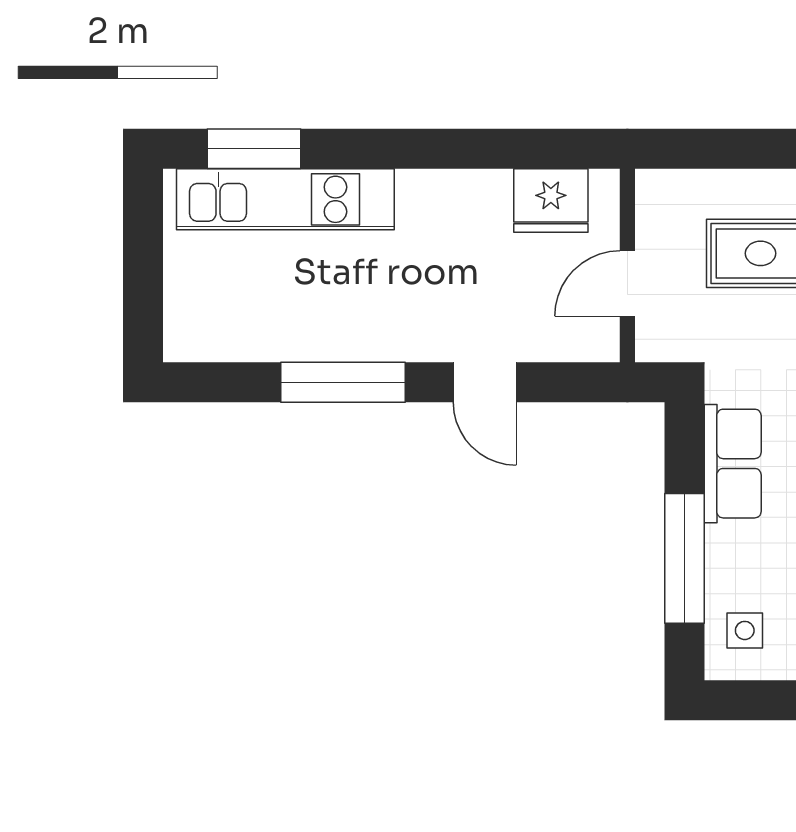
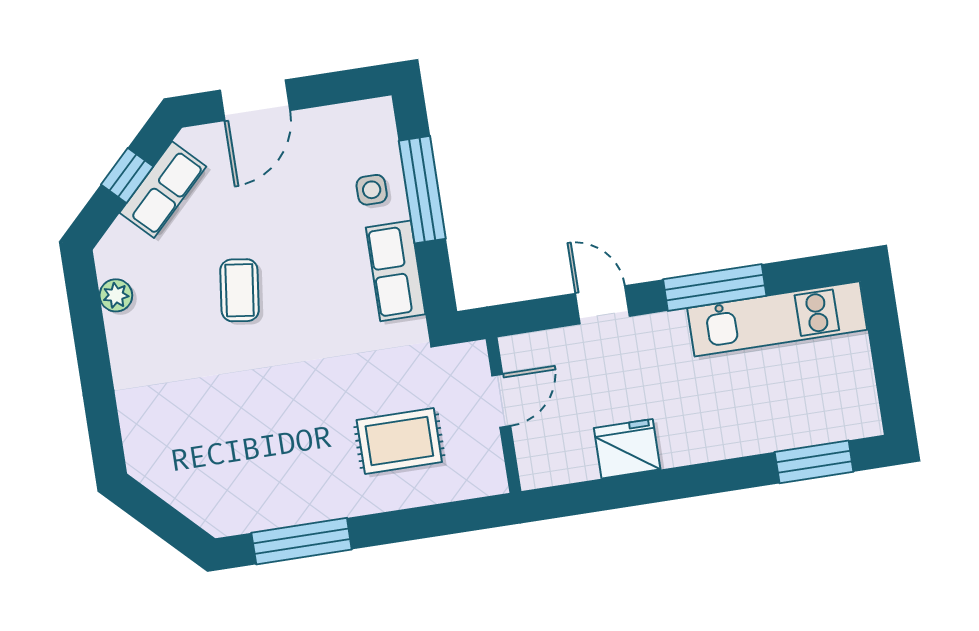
kitchen unit: (285, 199) -> (777, 319), moved, turned 180
fridge: (551, 201) -> (627, 449), moved
side table: (745, 630) -> (372, 190), moved

